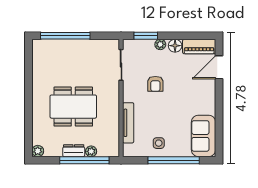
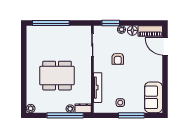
door: (219, 67) -> (165, 46), hinge flipped
dresser: (74, 151) -> (83, 108), moved
window: (174, 160) -> (131, 115), width x0.68

